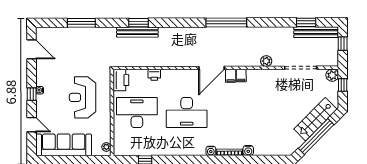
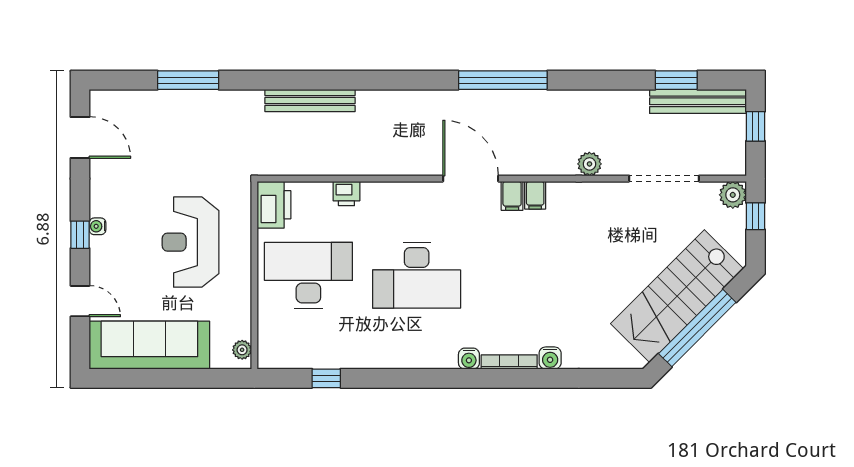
window: (139, 23) -> (313, 80), removed
door: (211, 68) -> (471, 179), swing flipped
stairs: (315, 119) -> (677, 296), width x1.36, depth x1.51

